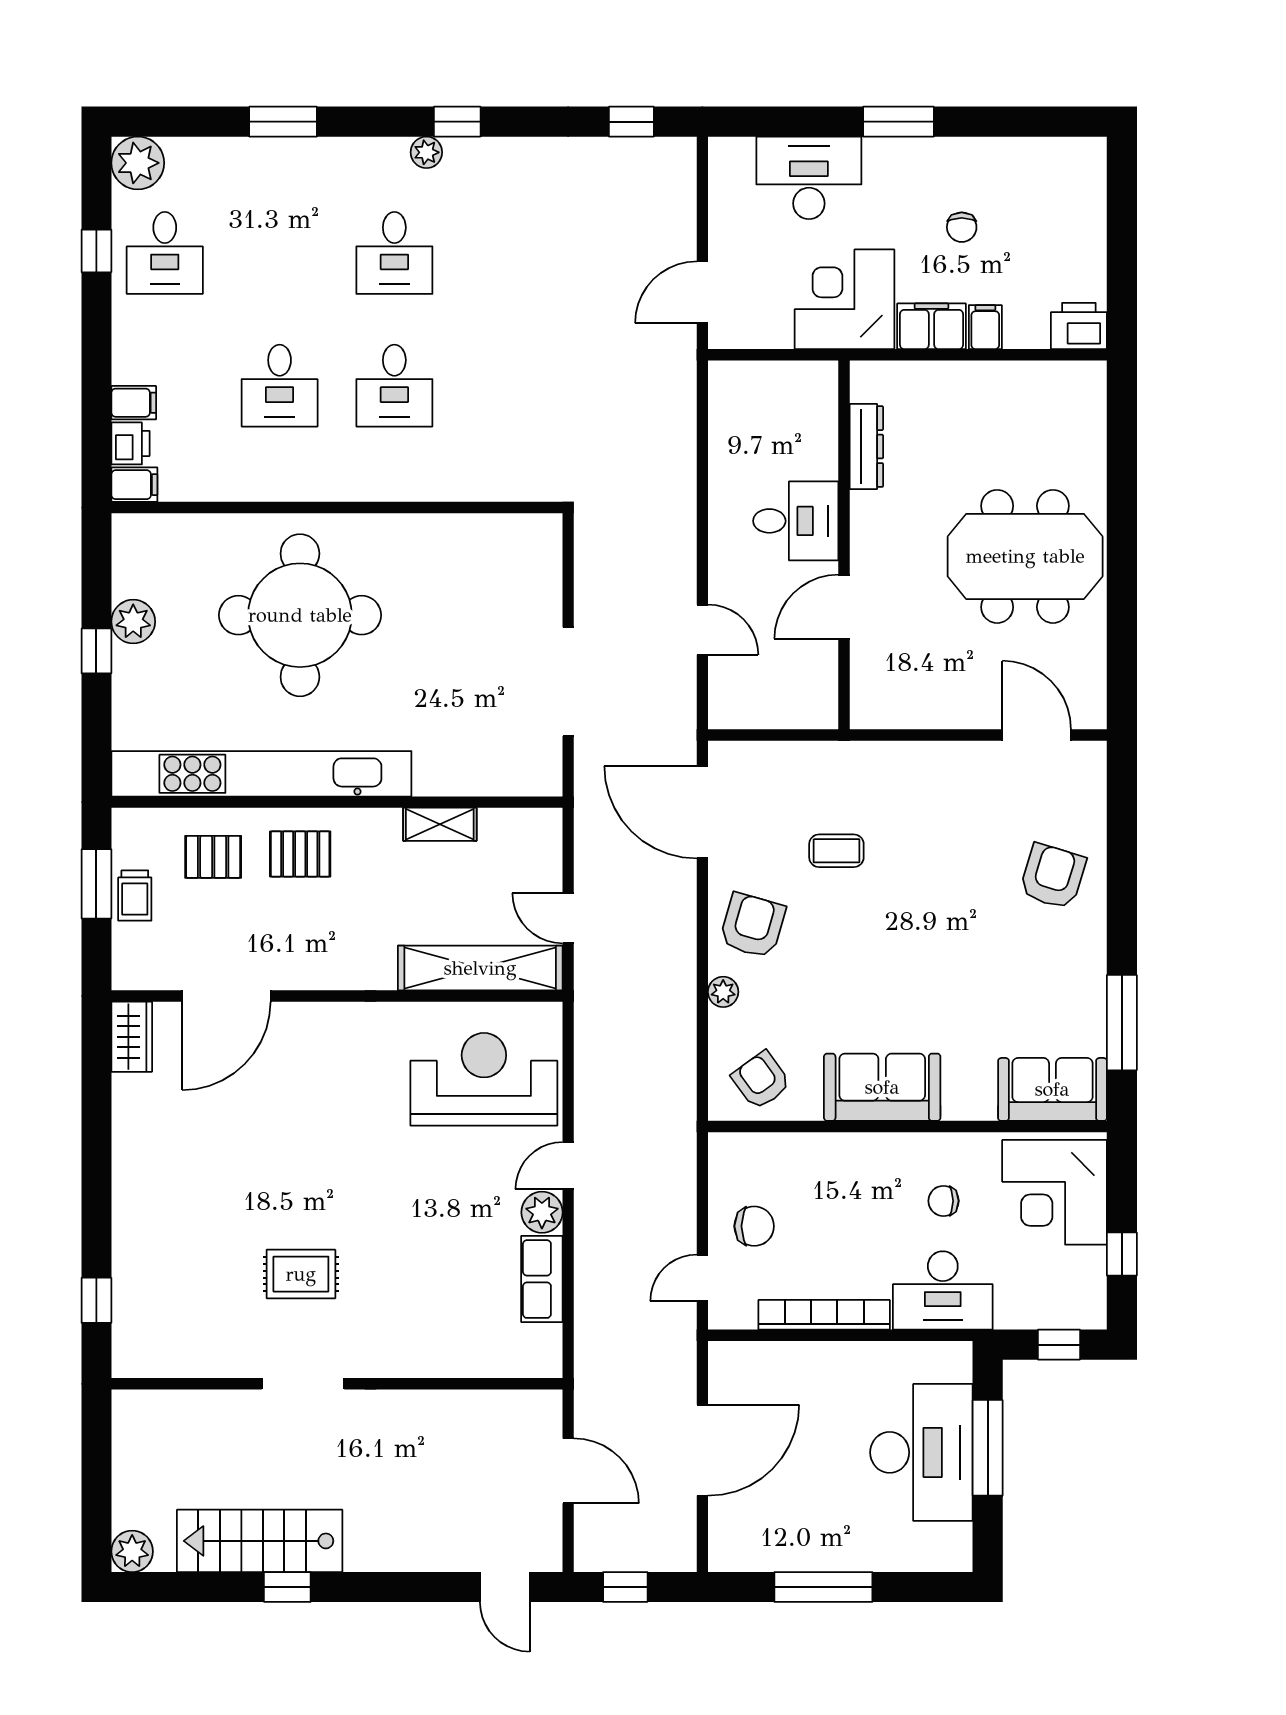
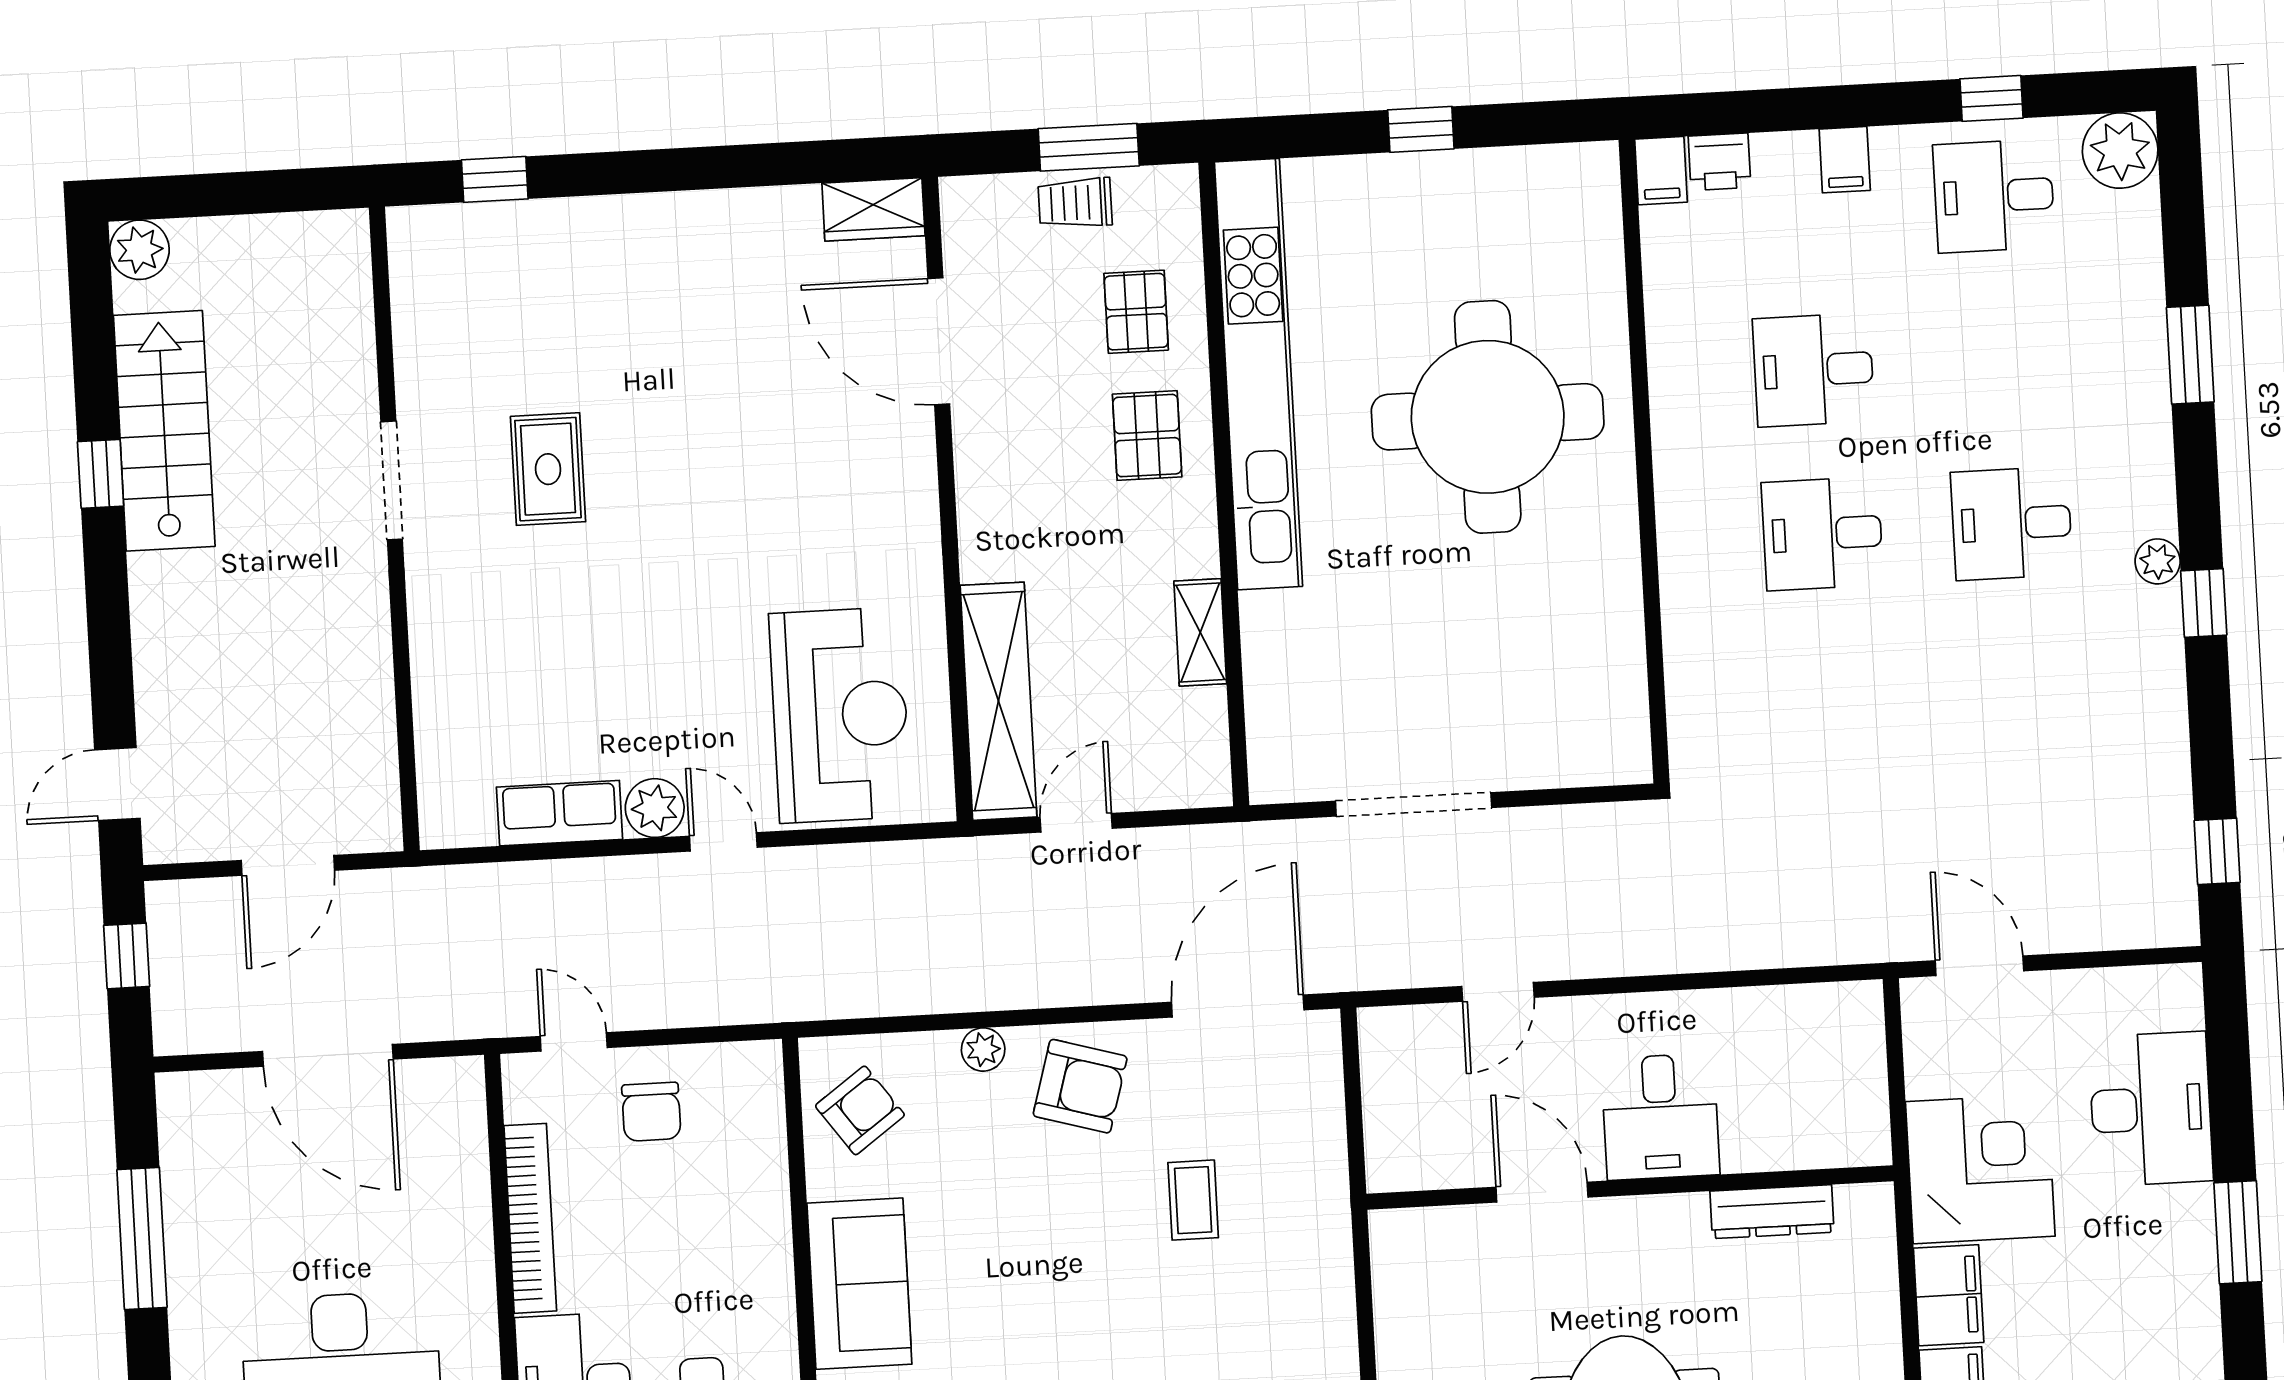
chair: (962, 227) -> (2092, 1331), removed
filing cabinet: (134, 403) -> (1845, 160), moved
plant: (133, 622) -> (1466, 179), removed

